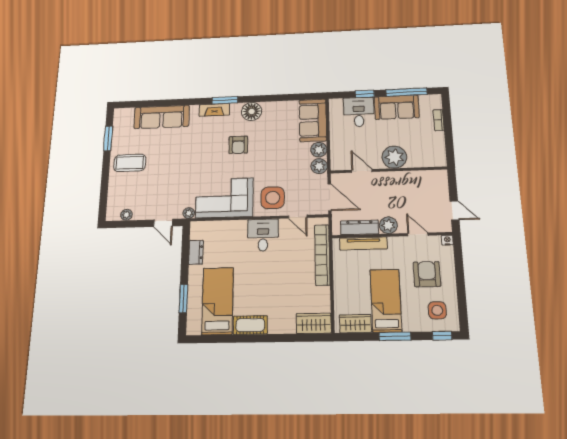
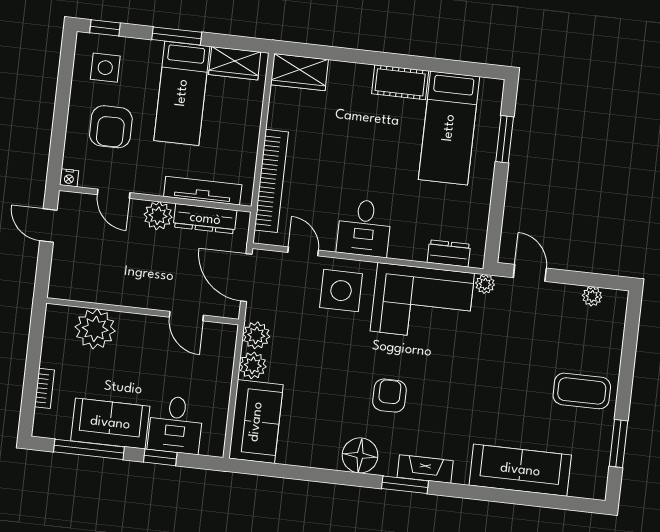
plant: (394, 157) -> (95, 329), moved
dresser: (196, 252) -> (449, 253), moved, turned 90

